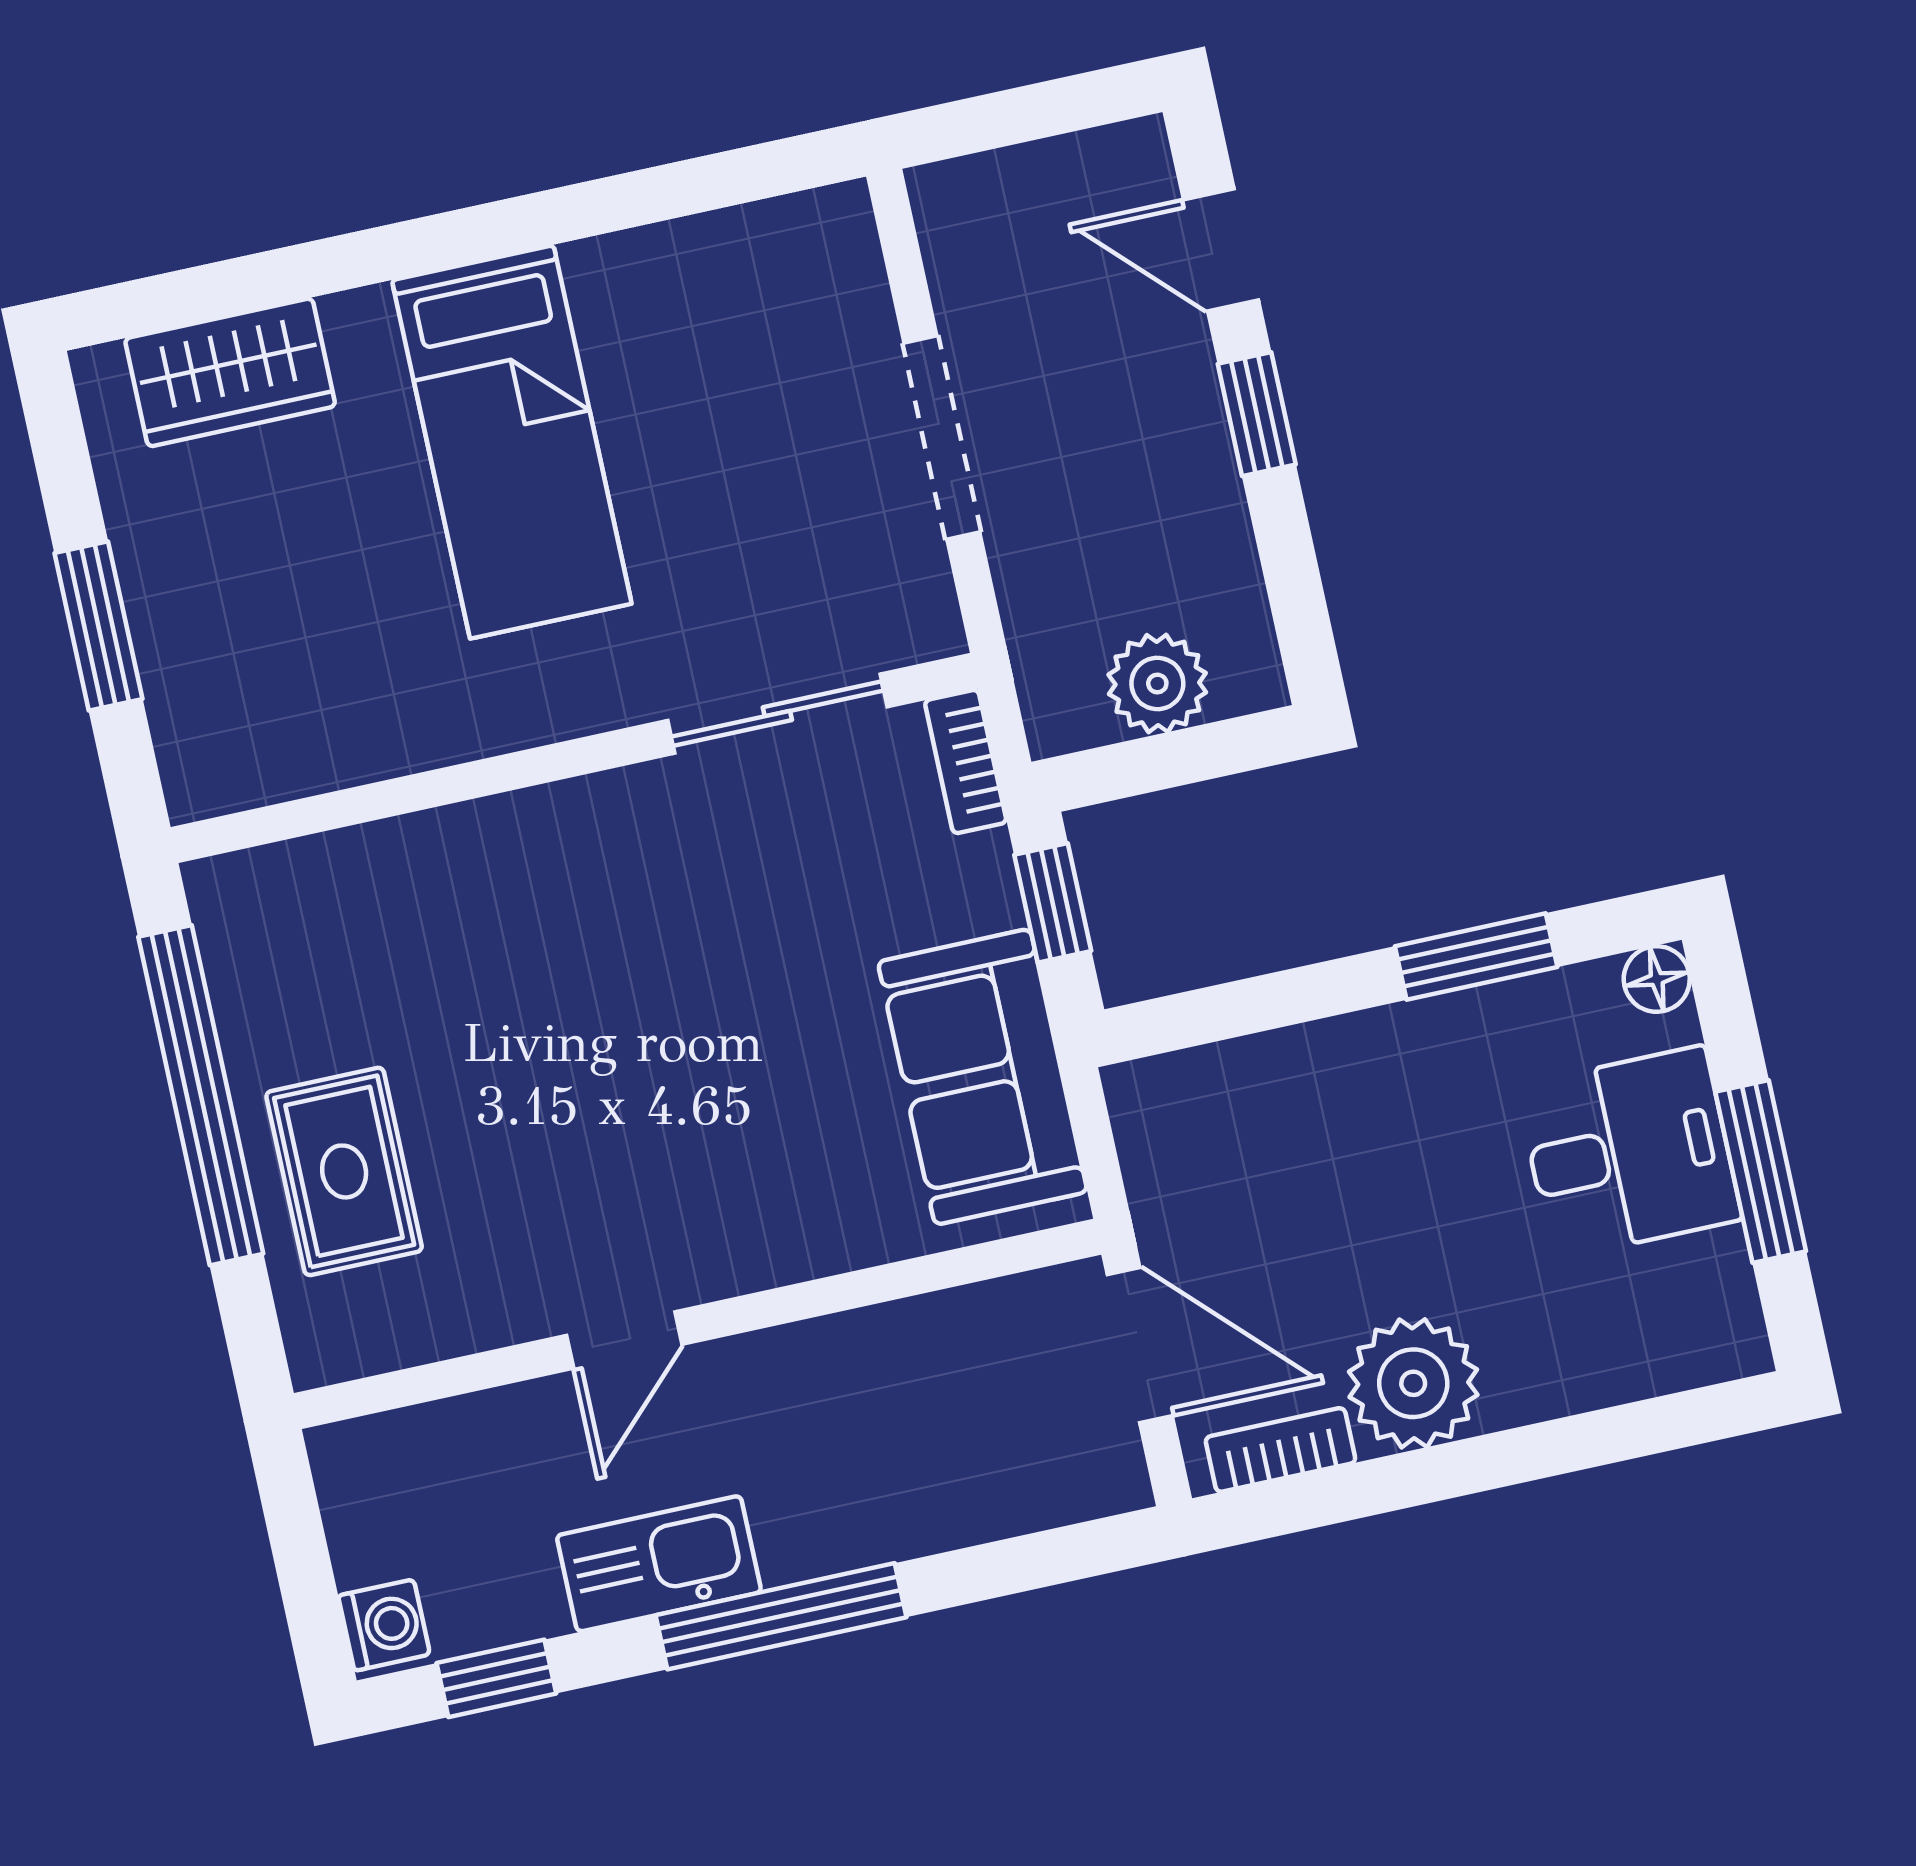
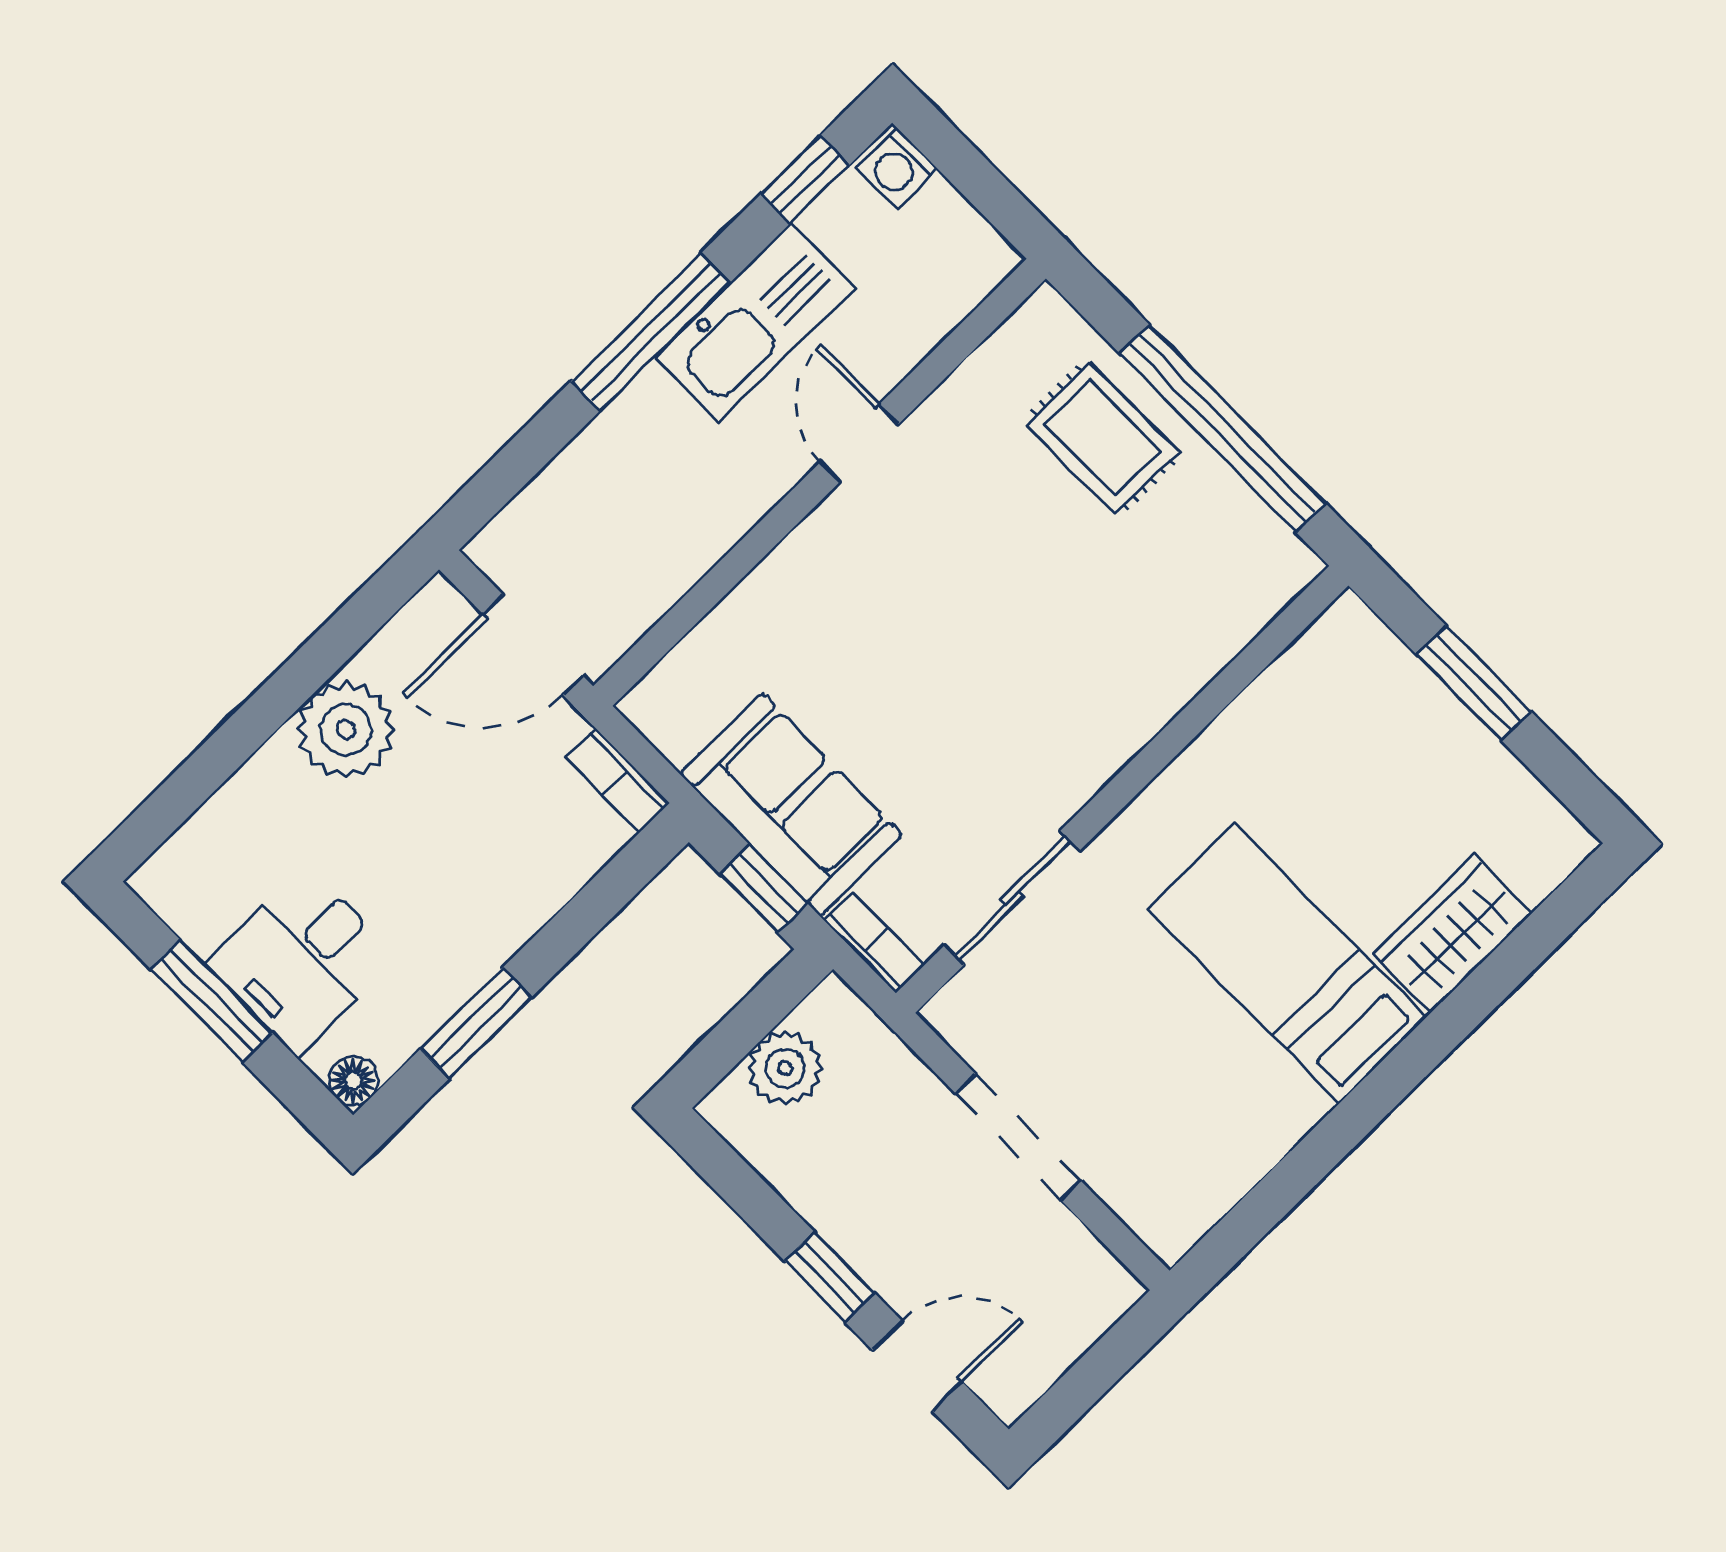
wardrobe: (230, 372) -> (1452, 934), moved
sofa: (983, 1077) -> (791, 805), moved
bookcase: (1280, 1450) -> (617, 780), moved, turned 90
kitchen sink: (659, 1564) -> (755, 323), width x1.36, depth x1.24

